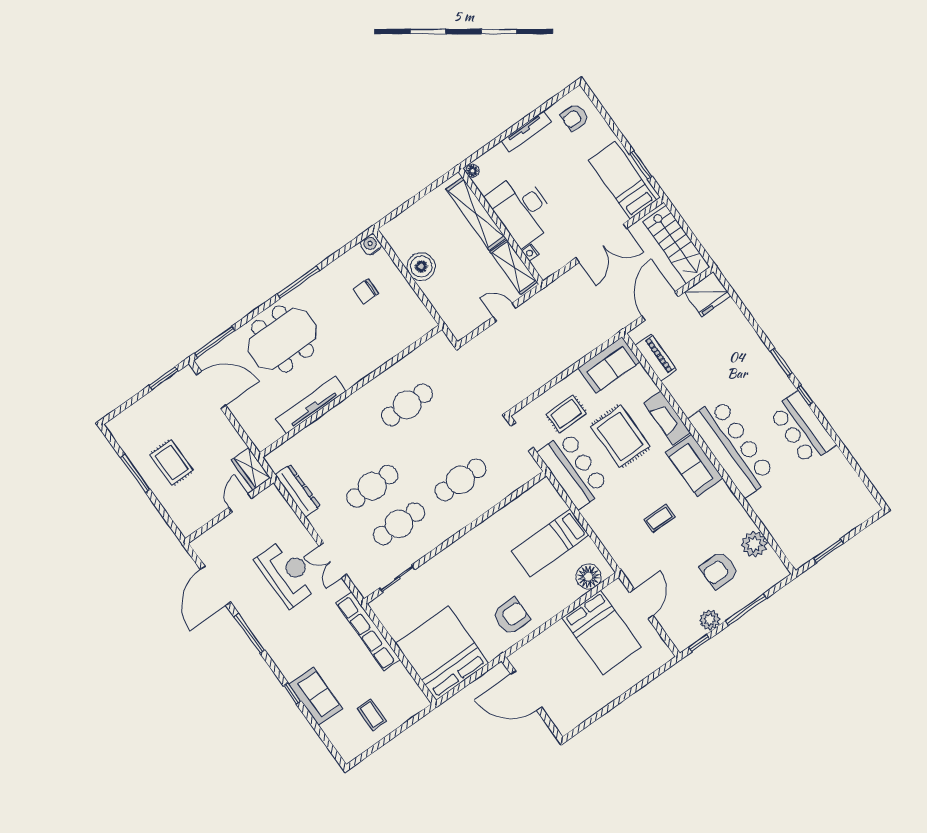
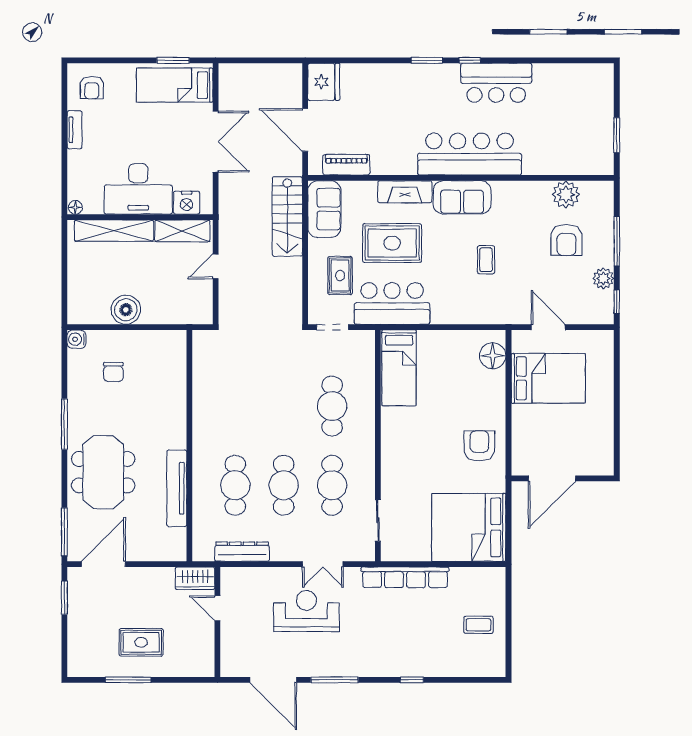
tv unit: (526, 131) -> (75, 130), width x0.71
stairs: (676, 244) -> (287, 216), moved, turned 90
nightstand: (530, 253) -> (187, 203), width x1.89, depth x1.79
cafe table: (407, 405) -> (235, 485), moved
bed: (550, 543) -> (399, 368), moved
sofa: (316, 696) -> (429, 662), removed

